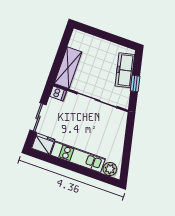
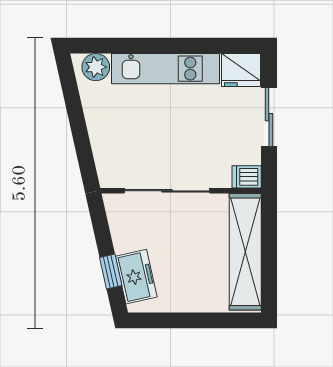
shelving: (68, 68) -> (245, 252), width x1.47
freezer: (125, 70) -> (136, 277), width x0.71
window: (135, 83) -> (111, 272), moved

